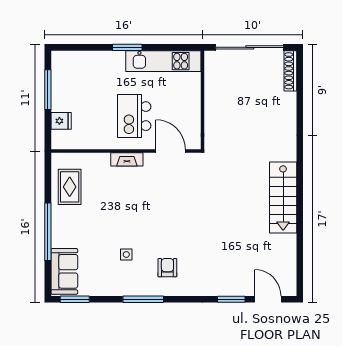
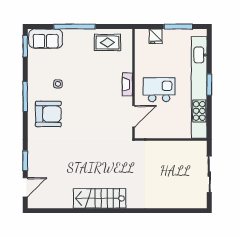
sliding door: (250, 47) -> (209, 174), width x0.73
kitchen unit: (163, 61) -> (199, 88), width x1.86
shoe rack: (290, 71) -> (192, 204), removed
armchair: (167, 268) -> (48, 114), width x1.88, depth x1.88

